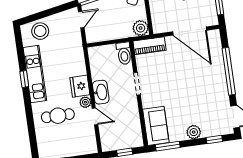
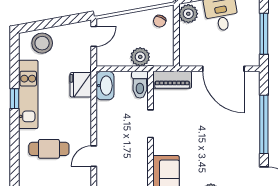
plant: (141, 28) -> (140, 57), moved
fridge: (80, 86) -> (81, 85), moved
washbasin: (101, 92) -> (105, 86), moved
plant: (85, 102) -> (85, 137), removed
door: (95, 116) -> (94, 156), swing flipped

